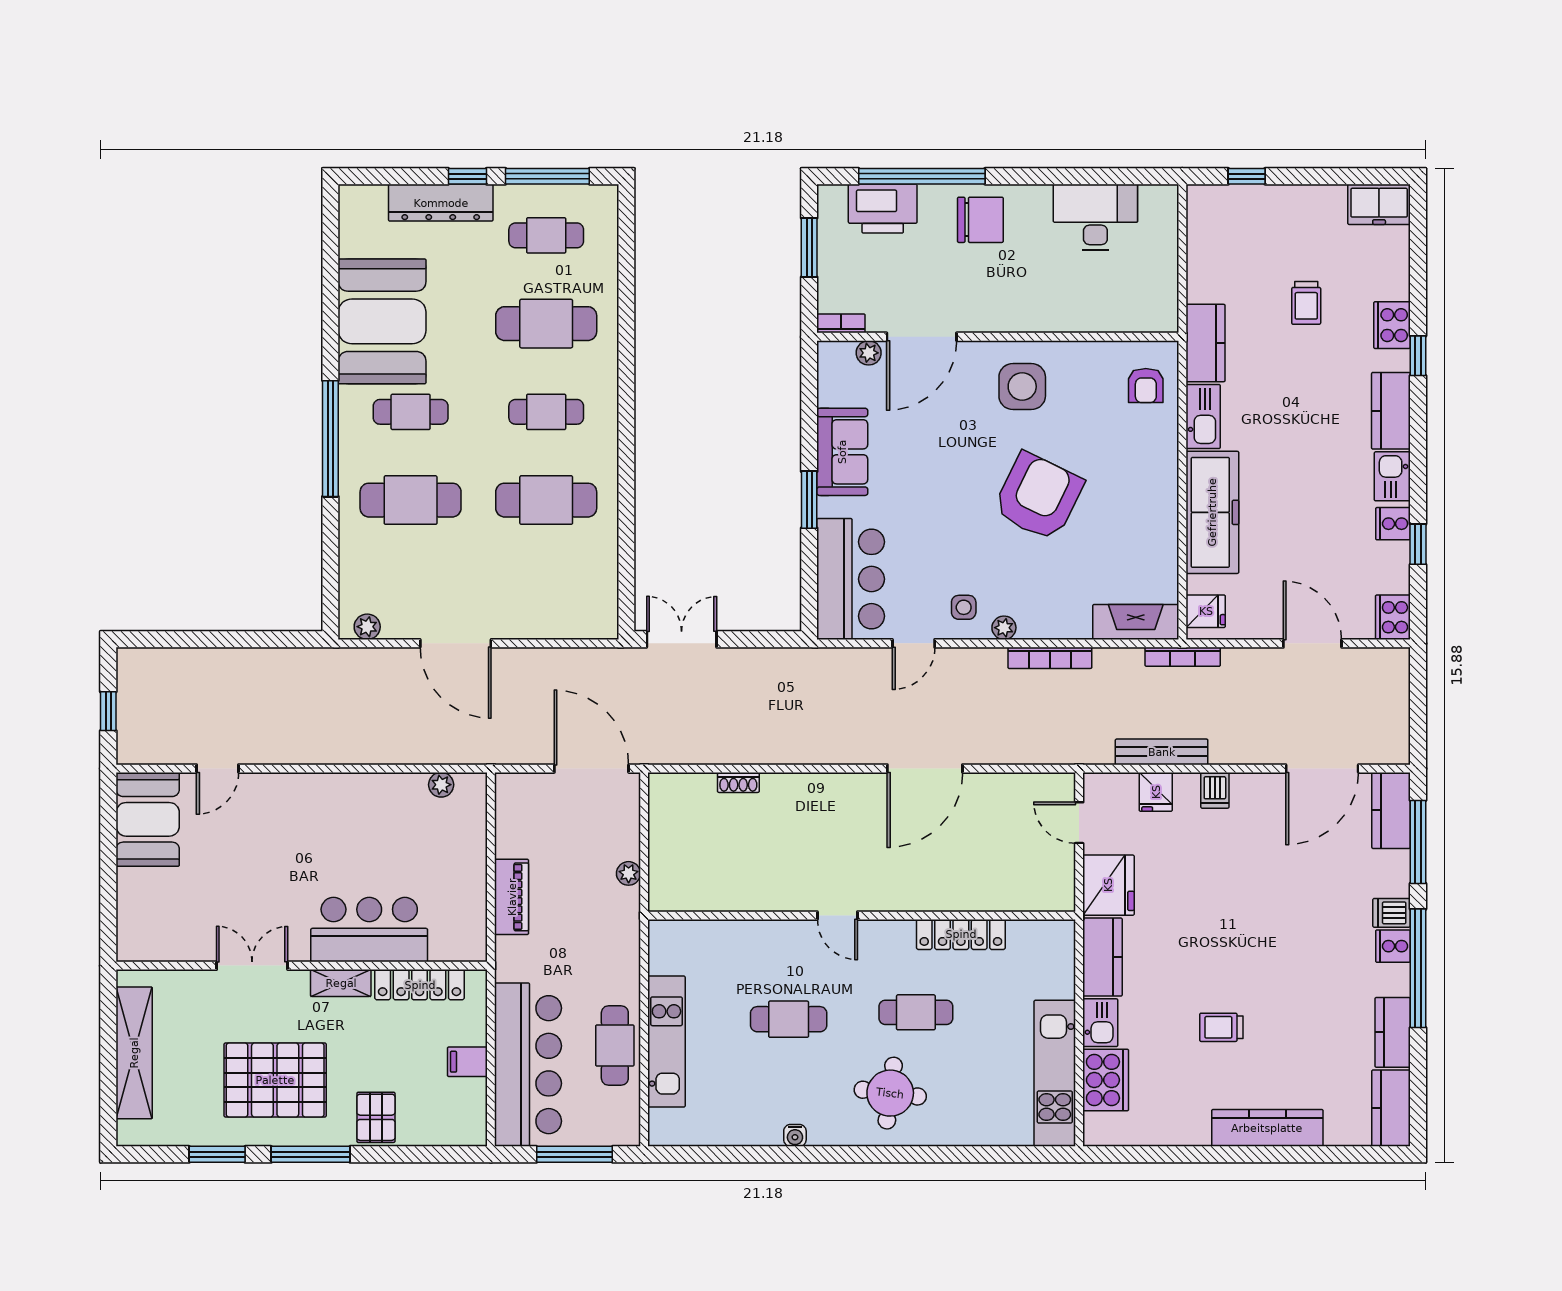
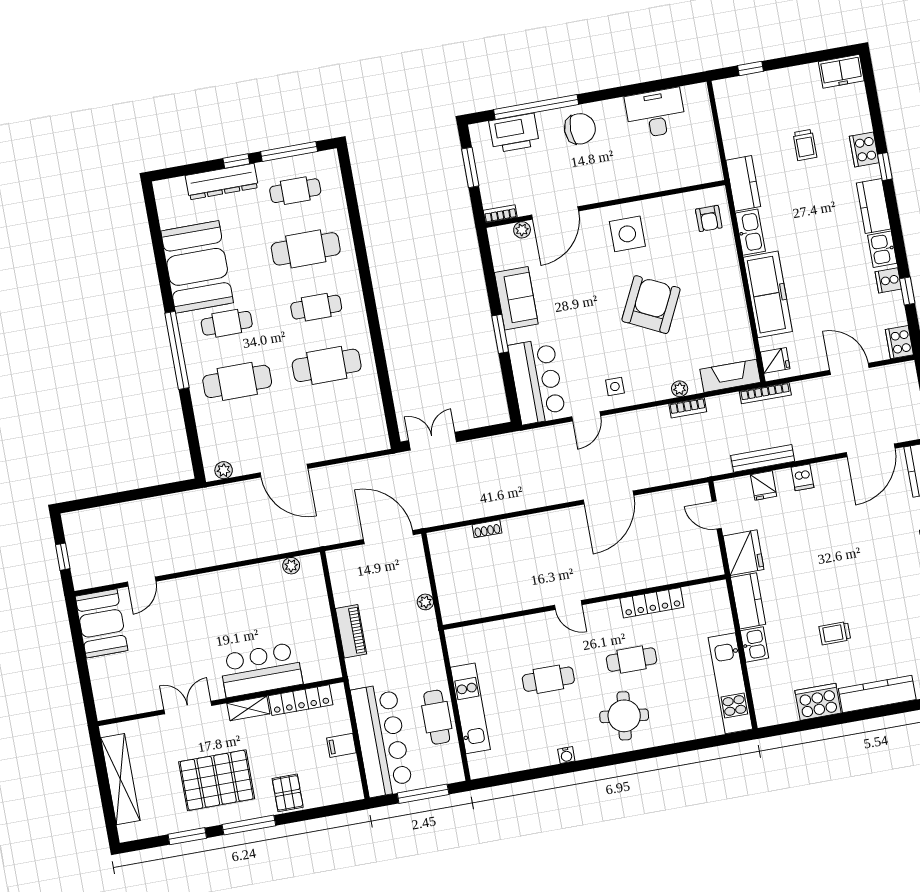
plant: (1004, 628) -> (680, 389), moved
bookcase: (1050, 658) -> (688, 408), width x0.64
cooker: (1106, 1080) -> (818, 702), moved, turned -90

